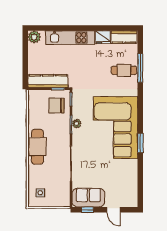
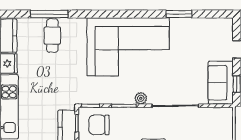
chair: (56, 106) -> (99, 125), turned 90
plant: (77, 123) -> (141, 98), moved
window: (140, 143) -> (179, 14), moved

